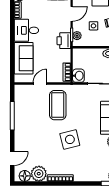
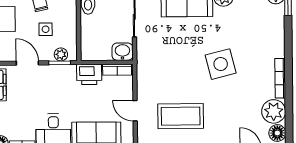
printer: (64, 41) -> (89, 74), moved
coffee table: (58, 105) -> (181, 116), moved

